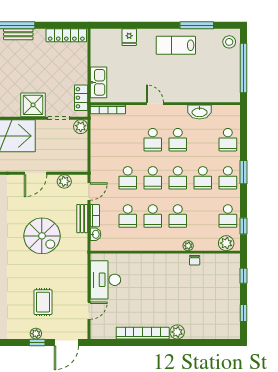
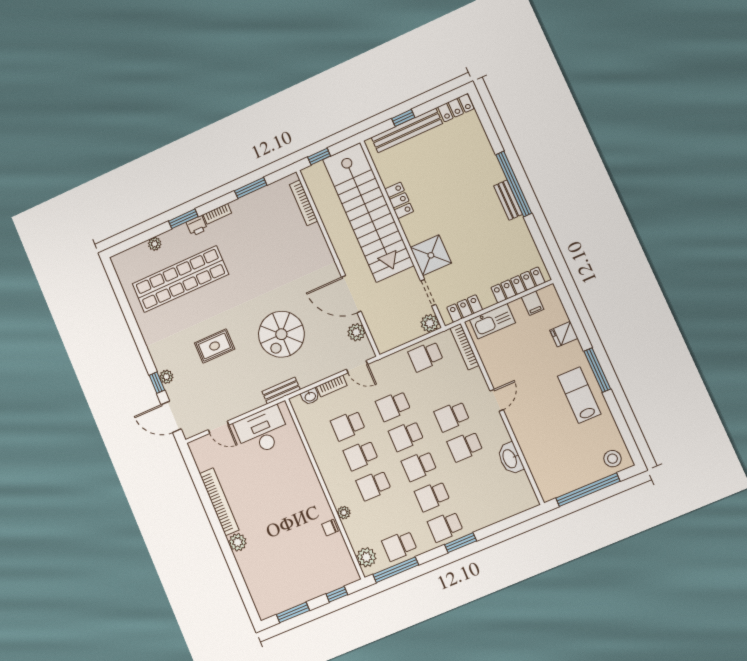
window: (197, 25) -> (597, 370), moved
locker: (66, 35) -> (518, 285), moved, turned 90
filing cabinet: (98, 49) -> (533, 303), added
school desk: (228, 140) -> (426, 356), moved
door: (36, 173) -> (351, 294), width x1.36
bench: (82, 219) -> (281, 390), moved
window: (244, 226) -> (396, 570), width x2.17
rug: (43, 302) -> (215, 346), moved
window: (244, 313) -> (293, 612), width x1.50

